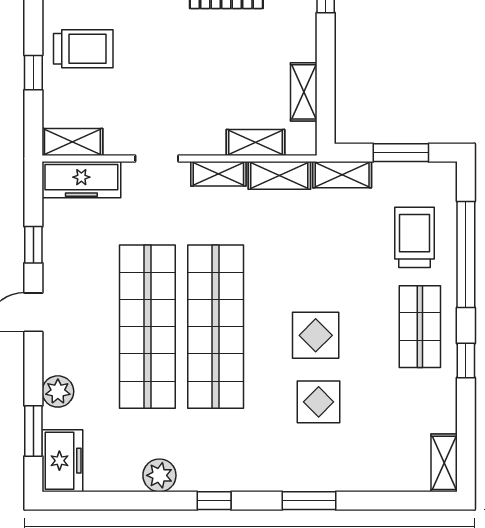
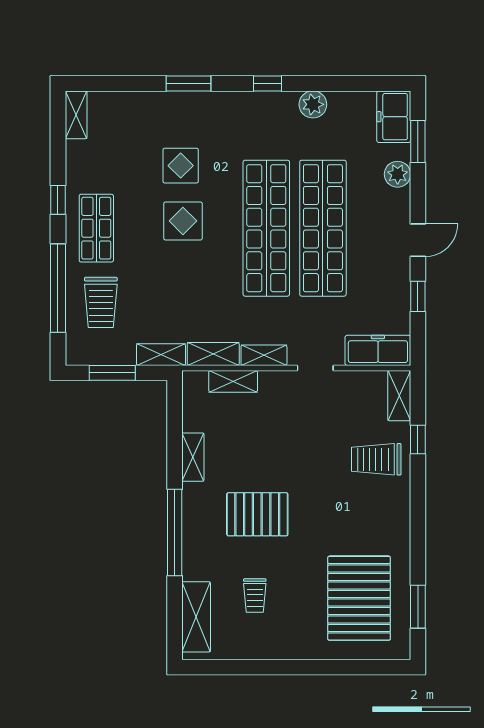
shelving: (304, 92) -> (193, 457), moved
shelving: (72, 142) -> (399, 396), moved, turned 90

